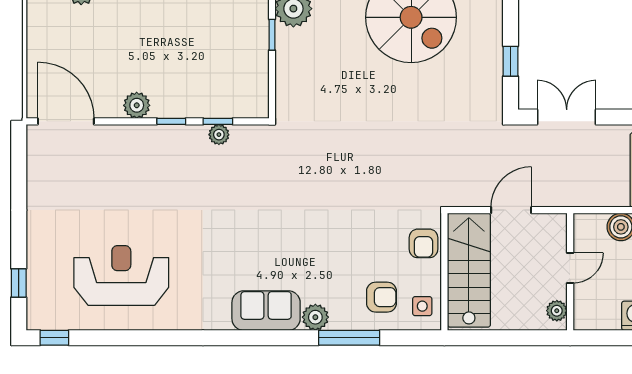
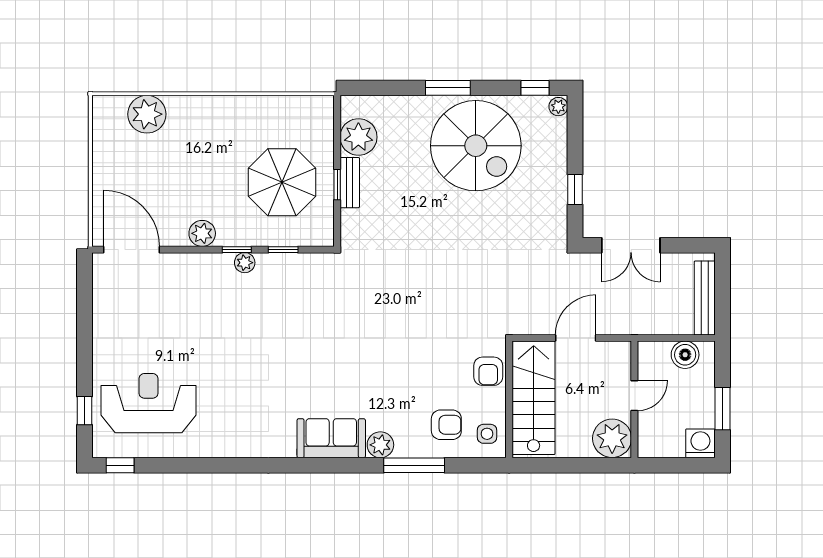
window: (272, 35) -> (337, 185), moved
parasol: (217, 54) -> (282, 182), added
bench: (285, 54) -> (350, 183), added
double door: (567, 117) -> (631, 245), swing flipped
plant: (219, 135) -> (245, 263), moved
reception desk: (121, 275) -> (149, 403), moved
plant: (557, 311) -> (612, 438), width x1.88, depth x1.88

